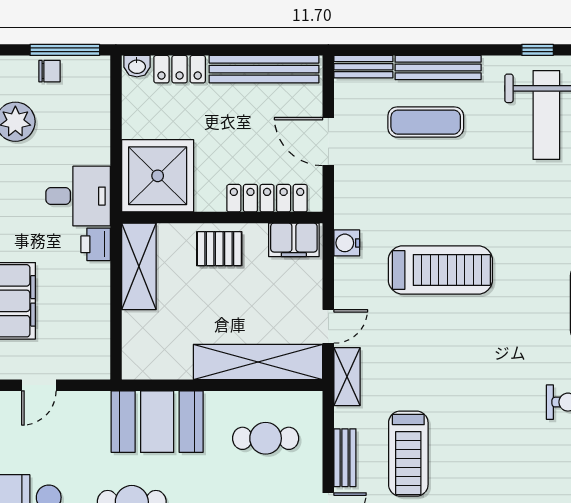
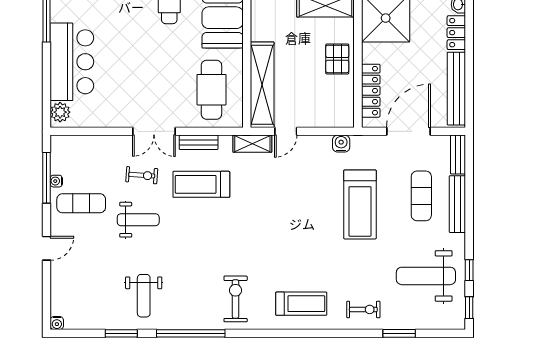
door: (328, 141) -> (408, 131), width x1.36
filing cabinet: (294, 240) -> (343, 108), removed
treadmill: (440, 270) -> (360, 204), moved
door: (328, 326) -> (286, 131), hinge flipped
cafe table: (266, 438) -> (211, 90), width x1.37, depth x1.35

